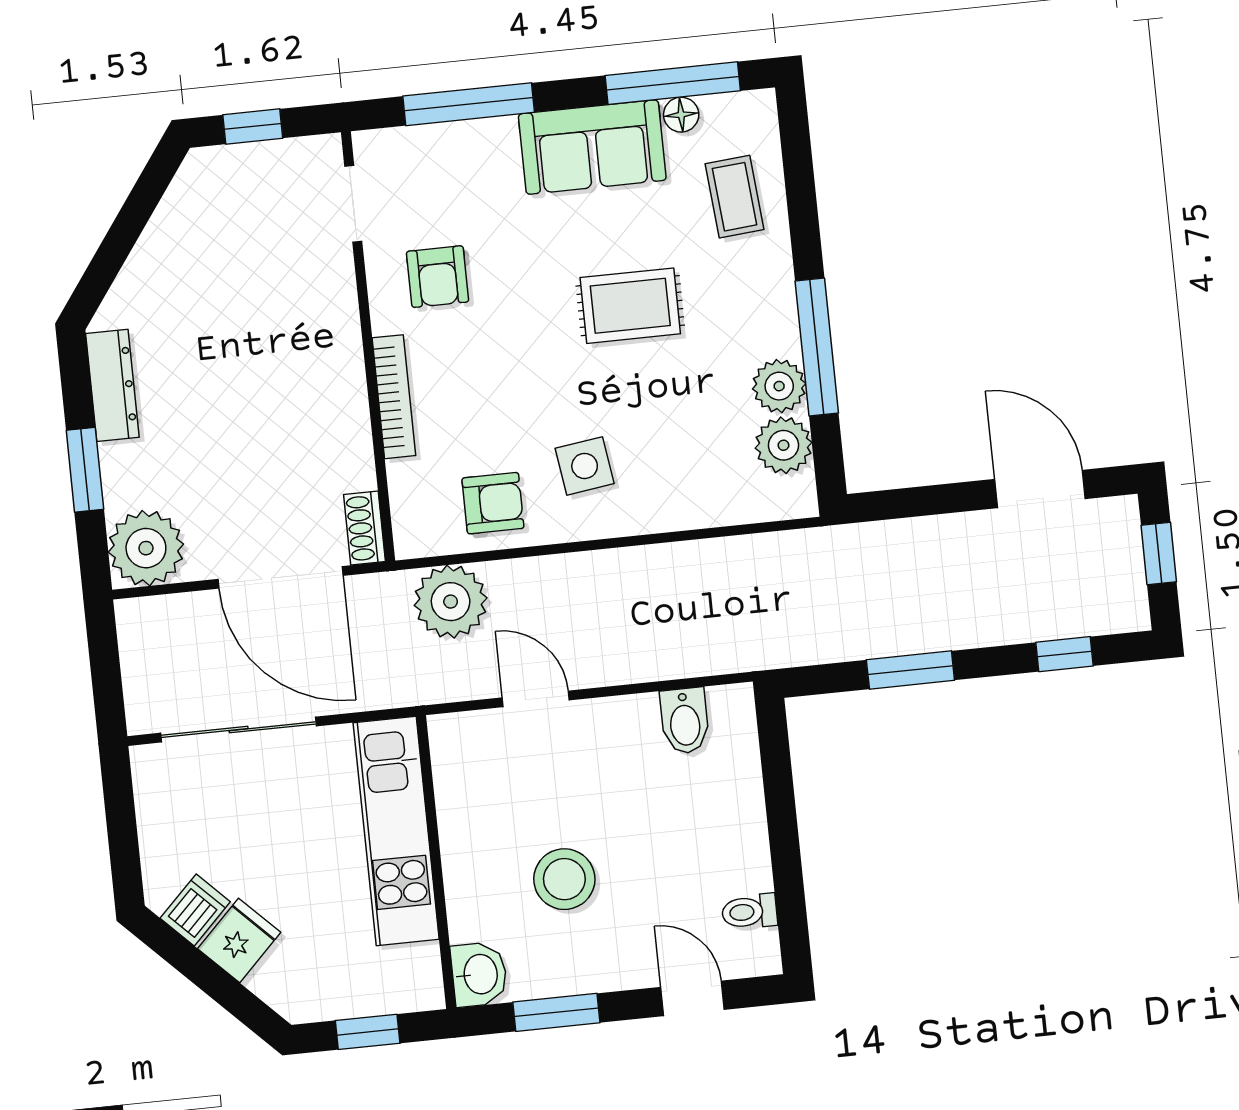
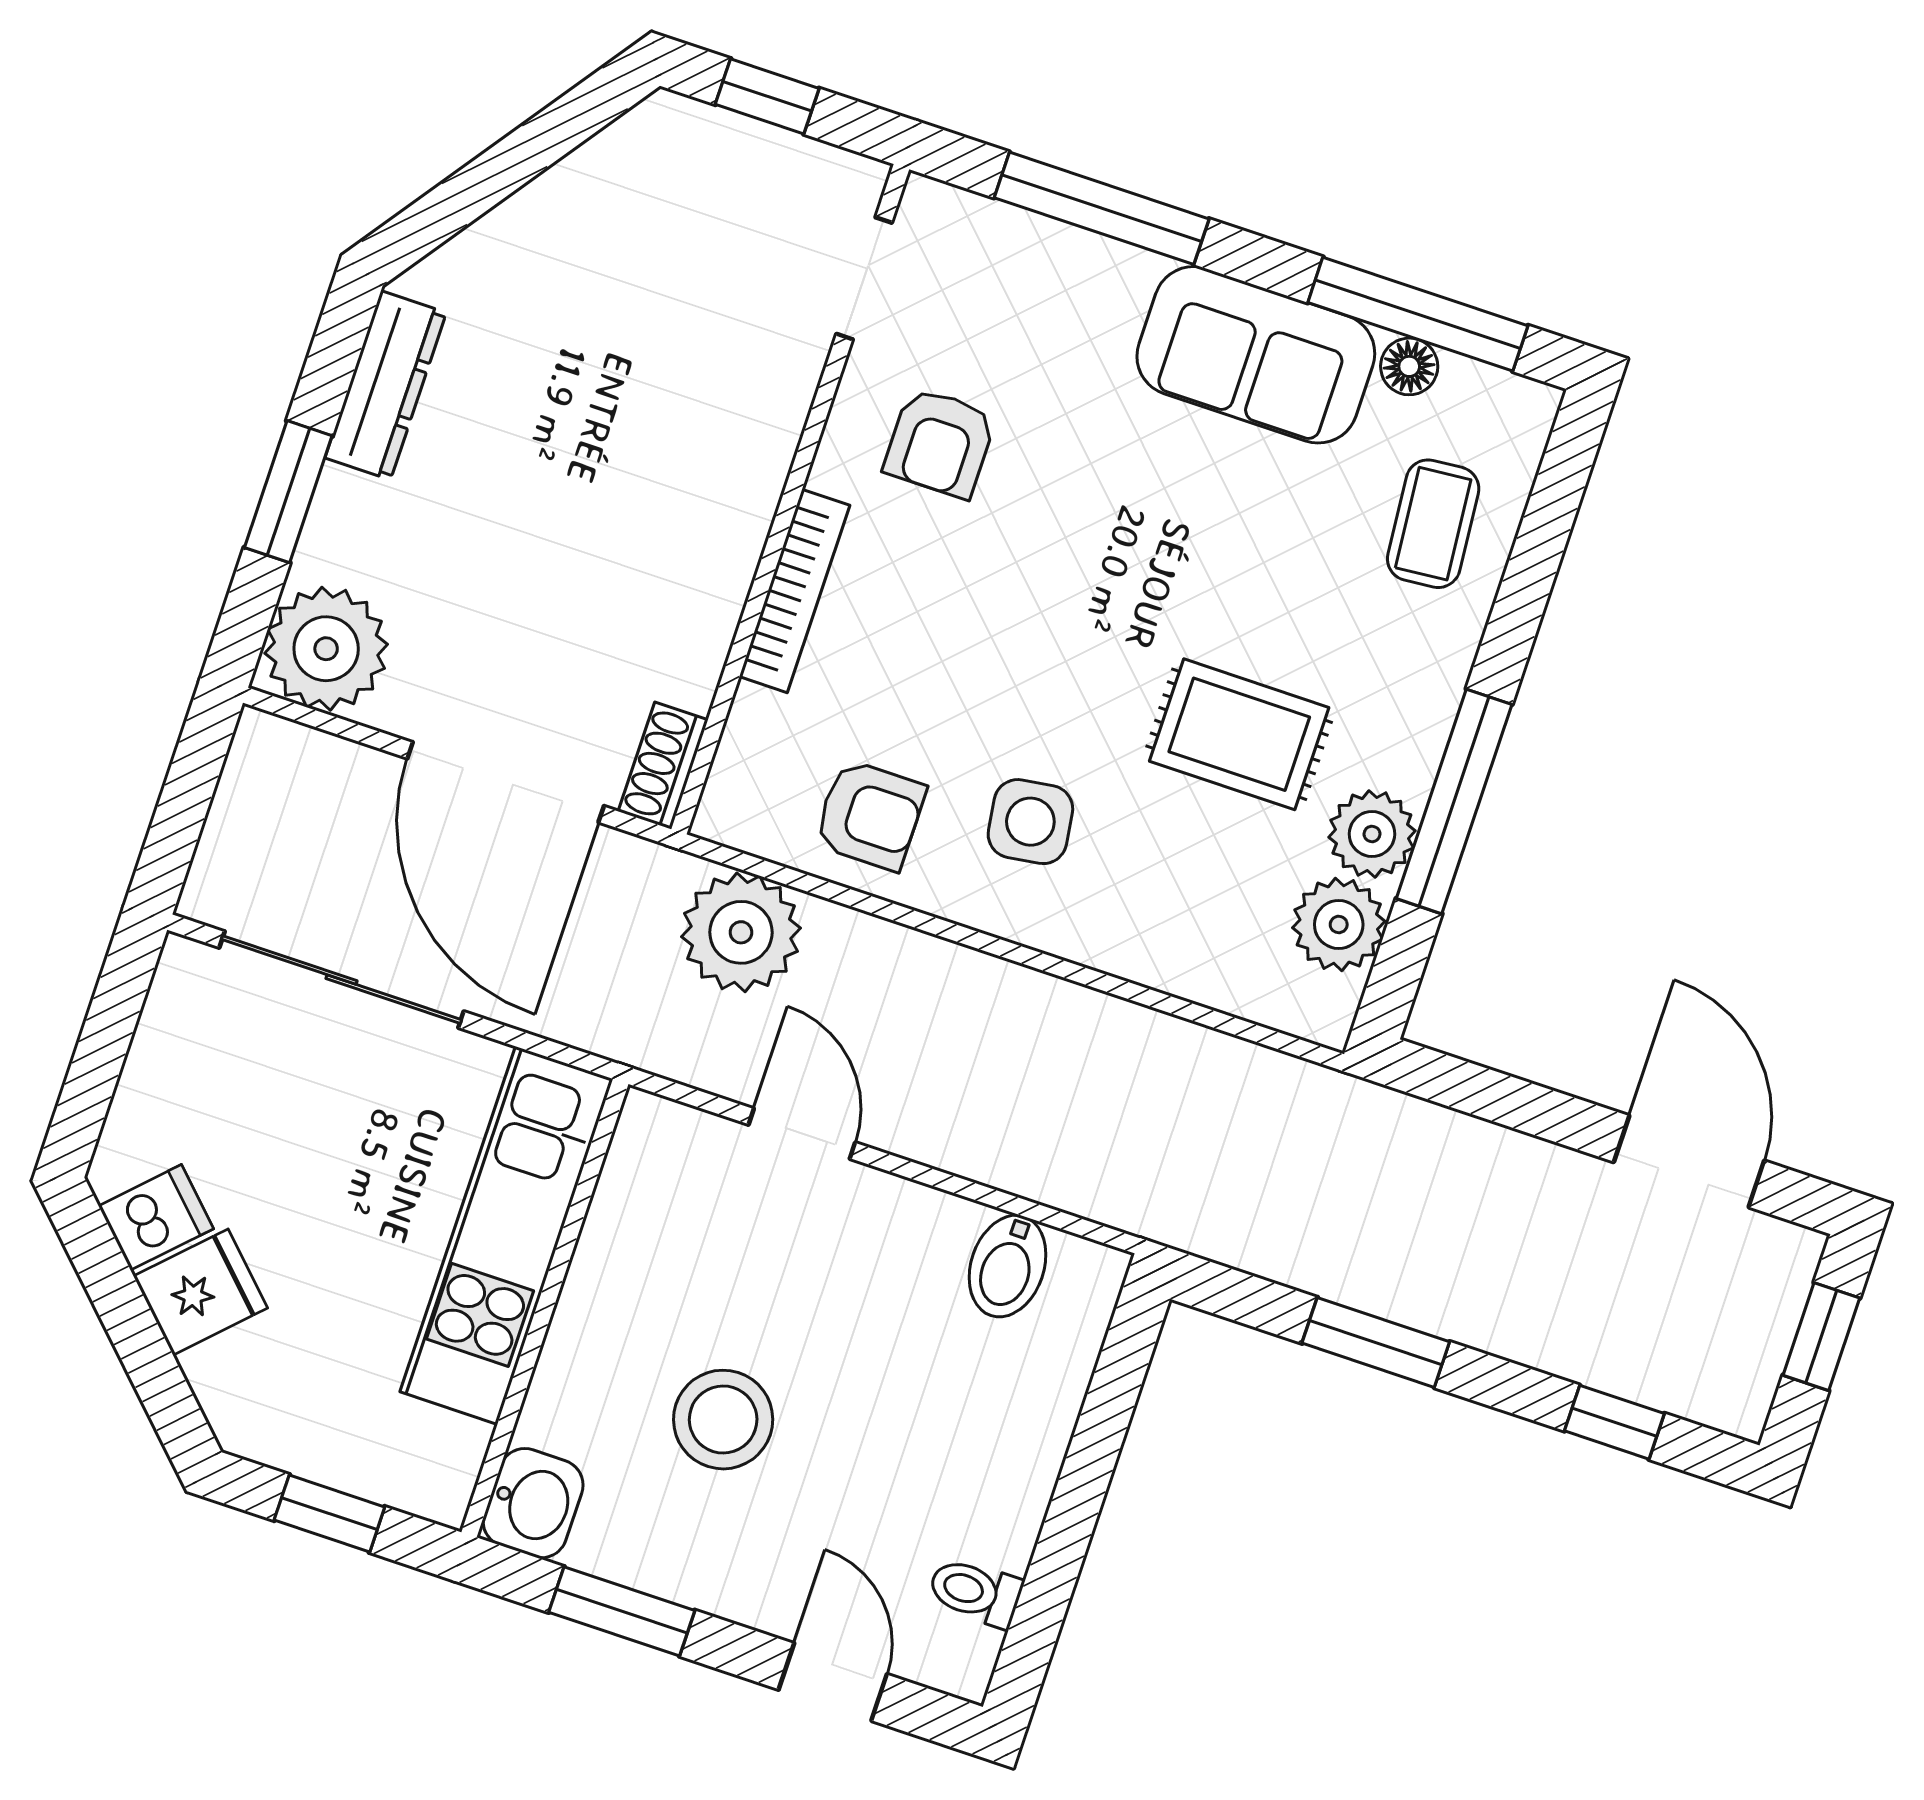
rug: (630, 306) -> (1239, 734), moved

